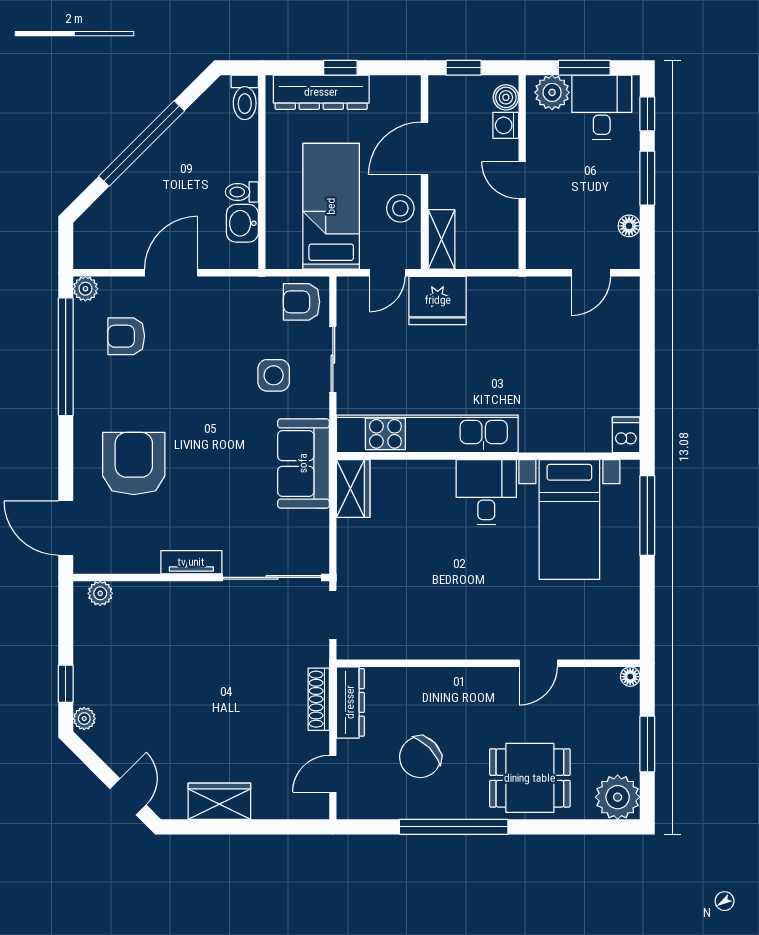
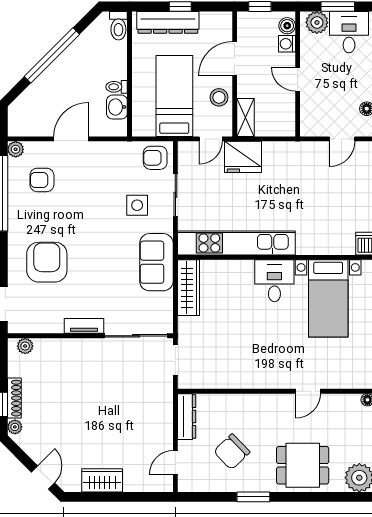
wardrobe: (353, 489) -> (188, 288), width x1.50
shoe rack: (319, 699) -> (14, 398), moved, turned 180
window: (454, 827) -> (253, 497), width x0.47

